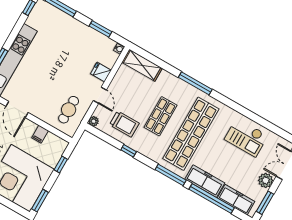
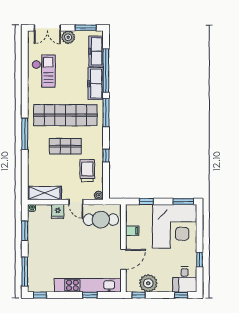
shelving: (142, 65) -> (44, 193), moved, turned 90
door: (100, 95) -> (76, 202), swing flipped
cafe table: (69, 110) -> (101, 220), width x1.37, depth x1.35

